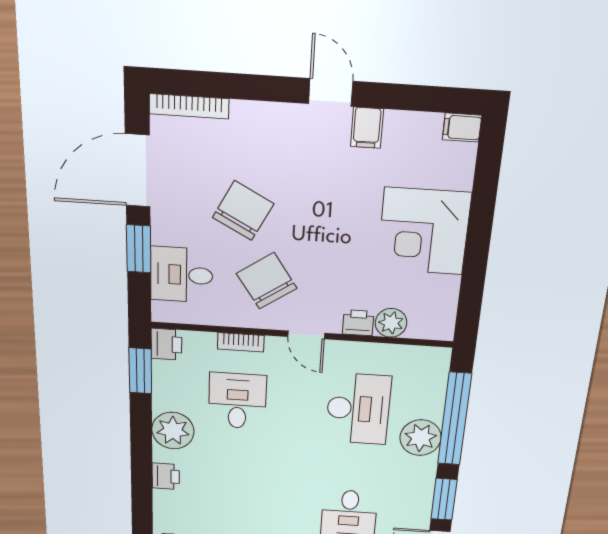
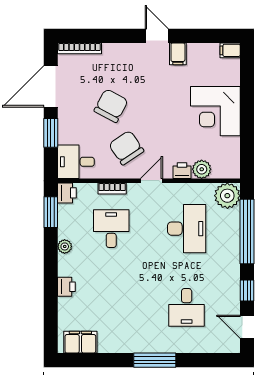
desk: (182, 275) -> (76, 162), moved
door: (306, 335) -> (151, 181), swing flipped
plant: (173, 431) -> (65, 246), width x0.53, depth x0.53
plant: (421, 438) -> (227, 196), moved
window: (444, 499) -> (247, 290), width x0.67

